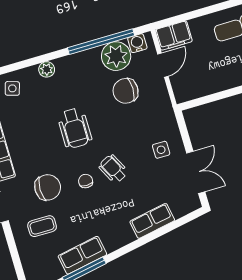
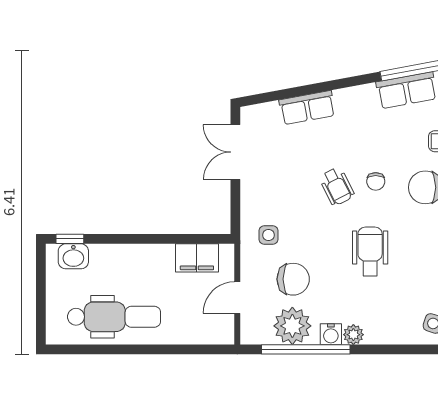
filing cabinet: (174, 36) -> (197, 258), moved, turned 180
water cooler: (137, 43) -> (331, 334), moved
plant: (47, 69) -> (353, 335), moved
side table: (161, 150) -> (268, 235), moved

